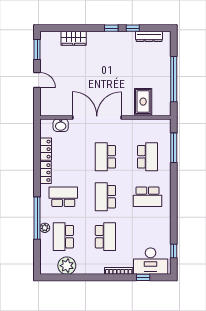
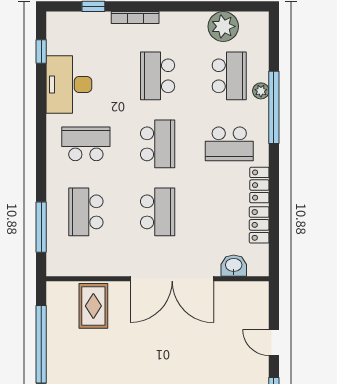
desk: (151, 261) -> (69, 85), moved, turned -90

